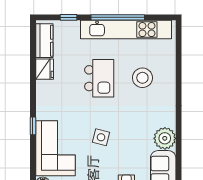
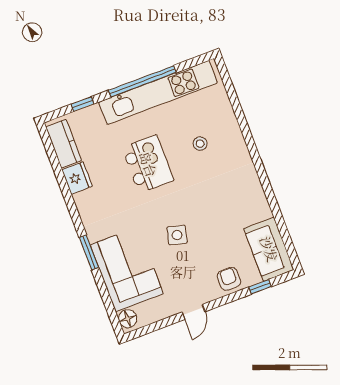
stool: (142, 78) -> (200, 144), width x0.53, depth x0.53
window: (33, 126) -> (89, 253), width x1.50
plant: (165, 138) -> (255, 207), removed

